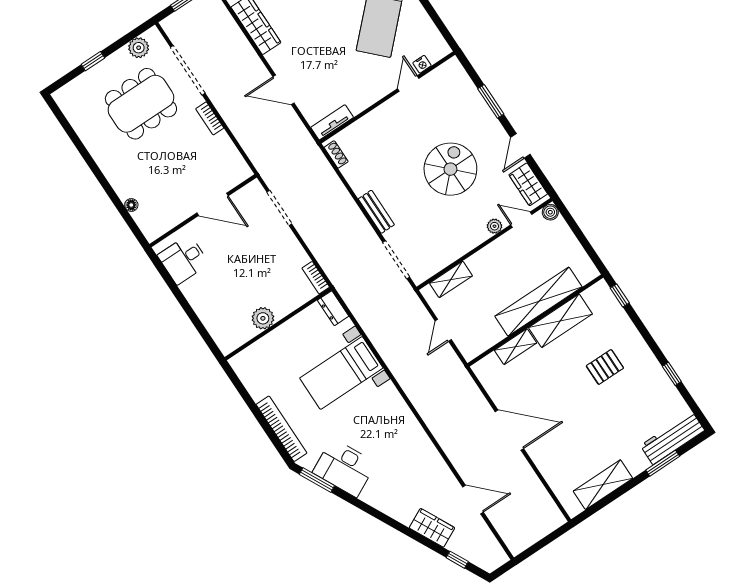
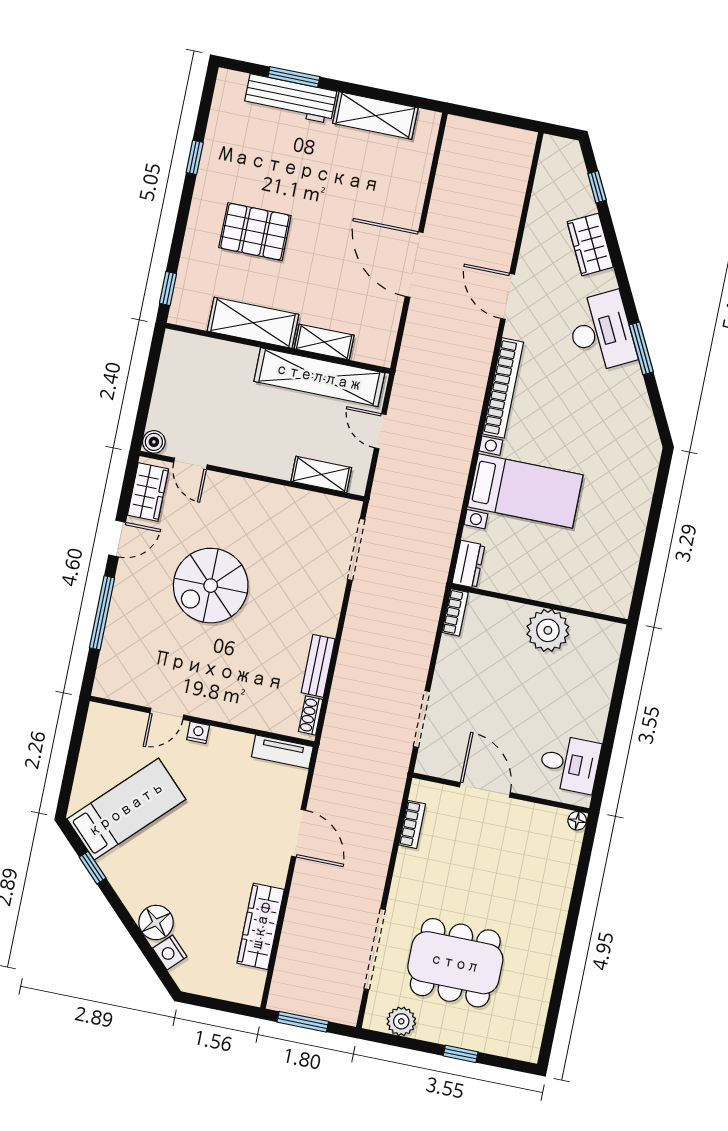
nightstand: (422, 64) -> (198, 733), moved
window: (491, 101) -> (102, 613), width x1.44
bookcase: (210, 118) -> (412, 824), moved
floor lamp: (131, 205) -> (577, 821), moved
bench: (376, 212) -> (318, 666), moved
plant: (495, 226) -> (224, 484), removed
shelving: (538, 302) -> (319, 377), moved
plant: (263, 318) -> (548, 630), width x1.36, depth x1.36
door: (443, 330) -> (380, 431), swing flipped
pallet: (605, 367) -> (255, 232), width x1.50, depth x1.42
bookcase: (282, 429) -> (503, 388), moved, turned 180
workbench: (672, 438) -> (290, 99), moved
desk: (344, 468) -> (601, 332), moved
window: (317, 480) -> (641, 348), moved
door: (473, 500) -> (508, 296), moved

